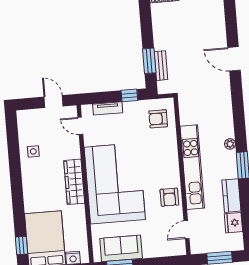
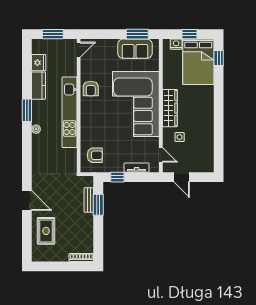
rug: (208, 25) -> (46, 231), added
side table: (33, 151) -> (180, 137), moved
armchair: (169, 197) -> (91, 89), turned 180
door: (187, 230) -> (79, 50), moved

